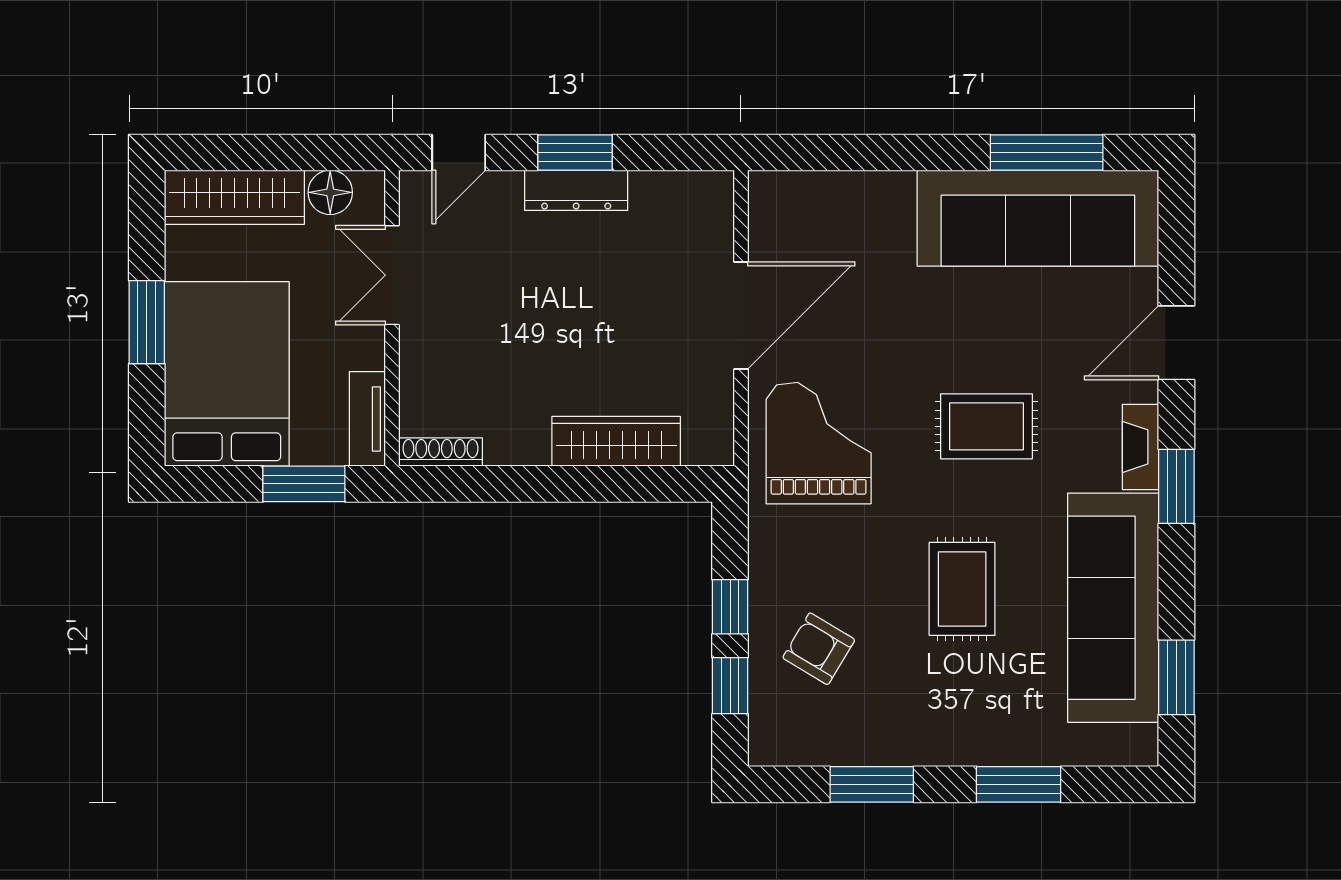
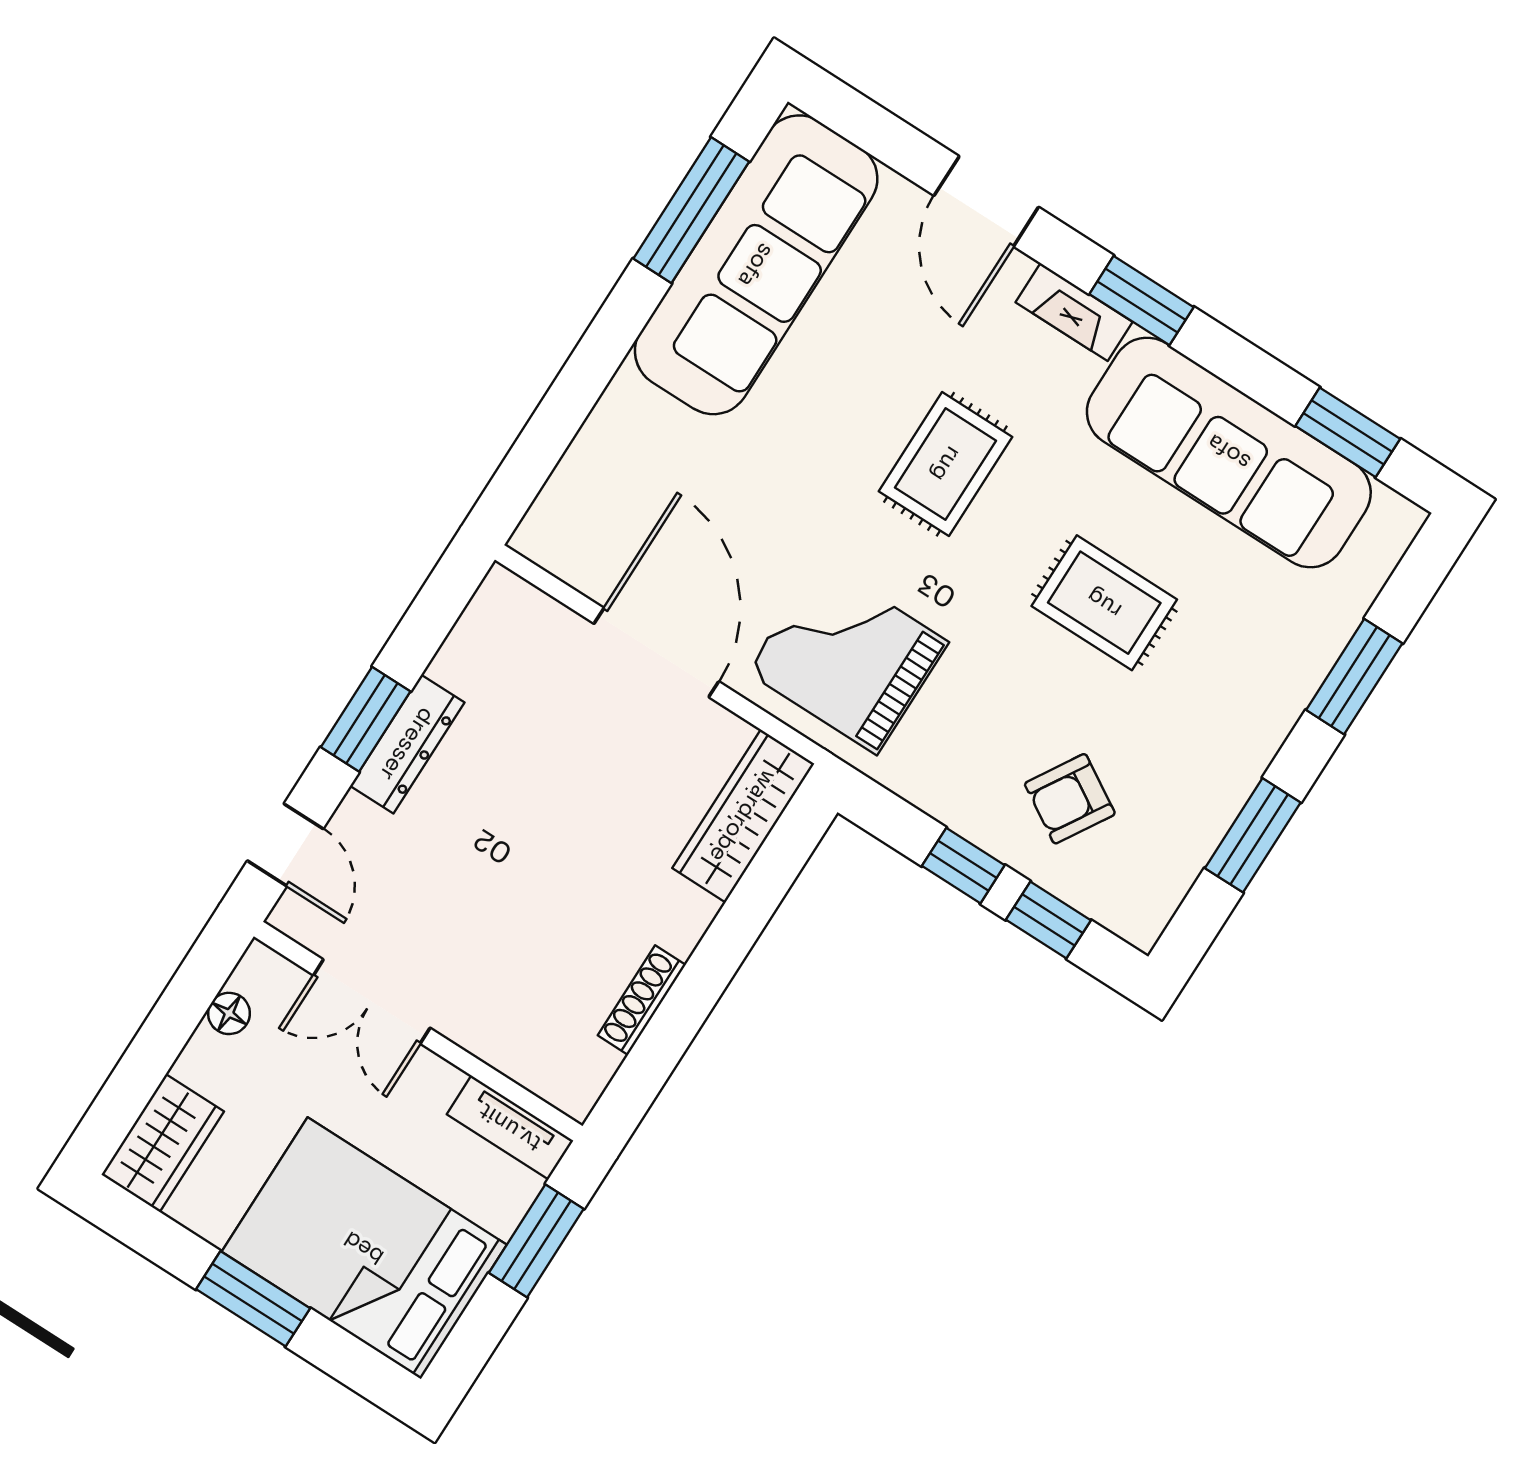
floor lamp: (330, 192) -> (229, 1013), width x0.73, depth x0.73
wardrobe: (234, 197) -> (163, 1143), width x0.67
wardrobe: (616, 441) -> (743, 816), moved
shoe rack: (440, 452) -> (642, 1000), moved

